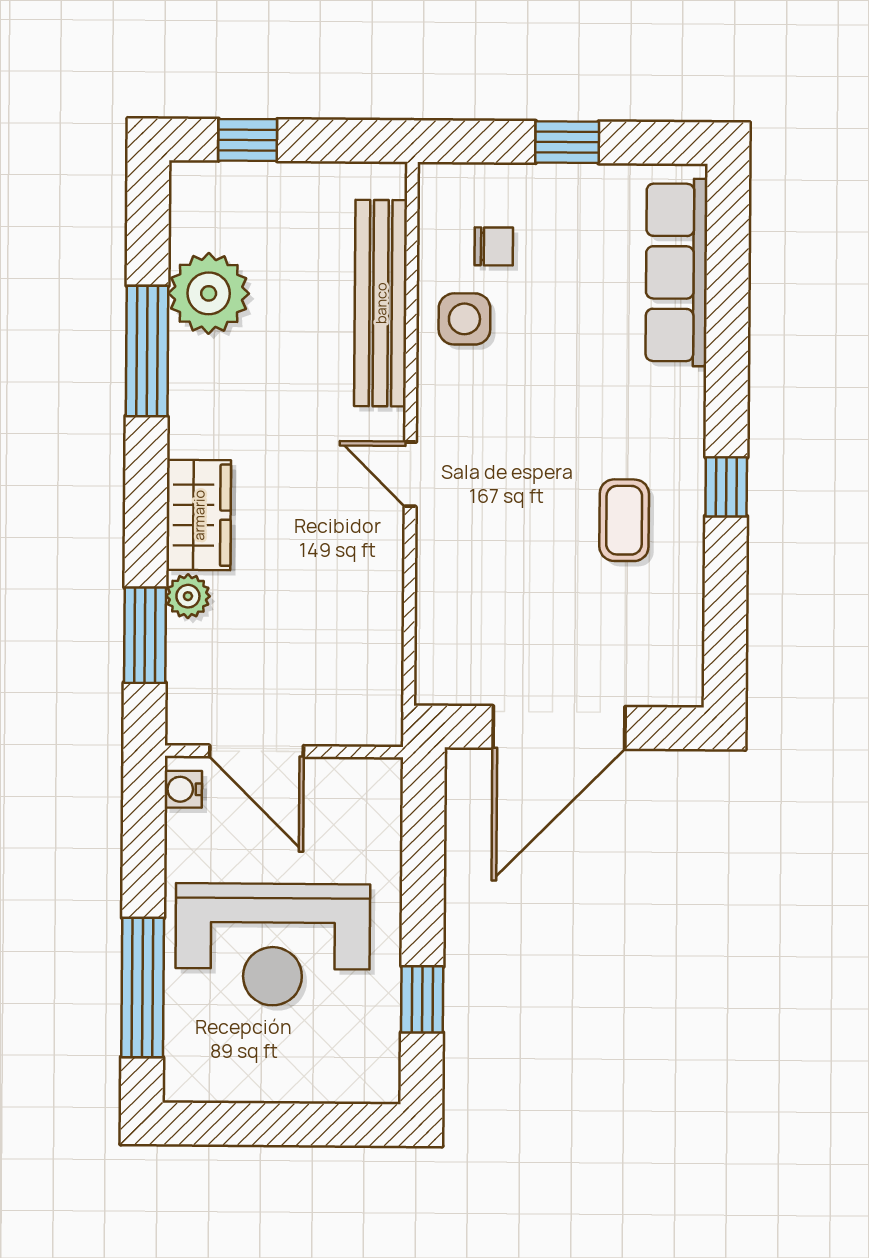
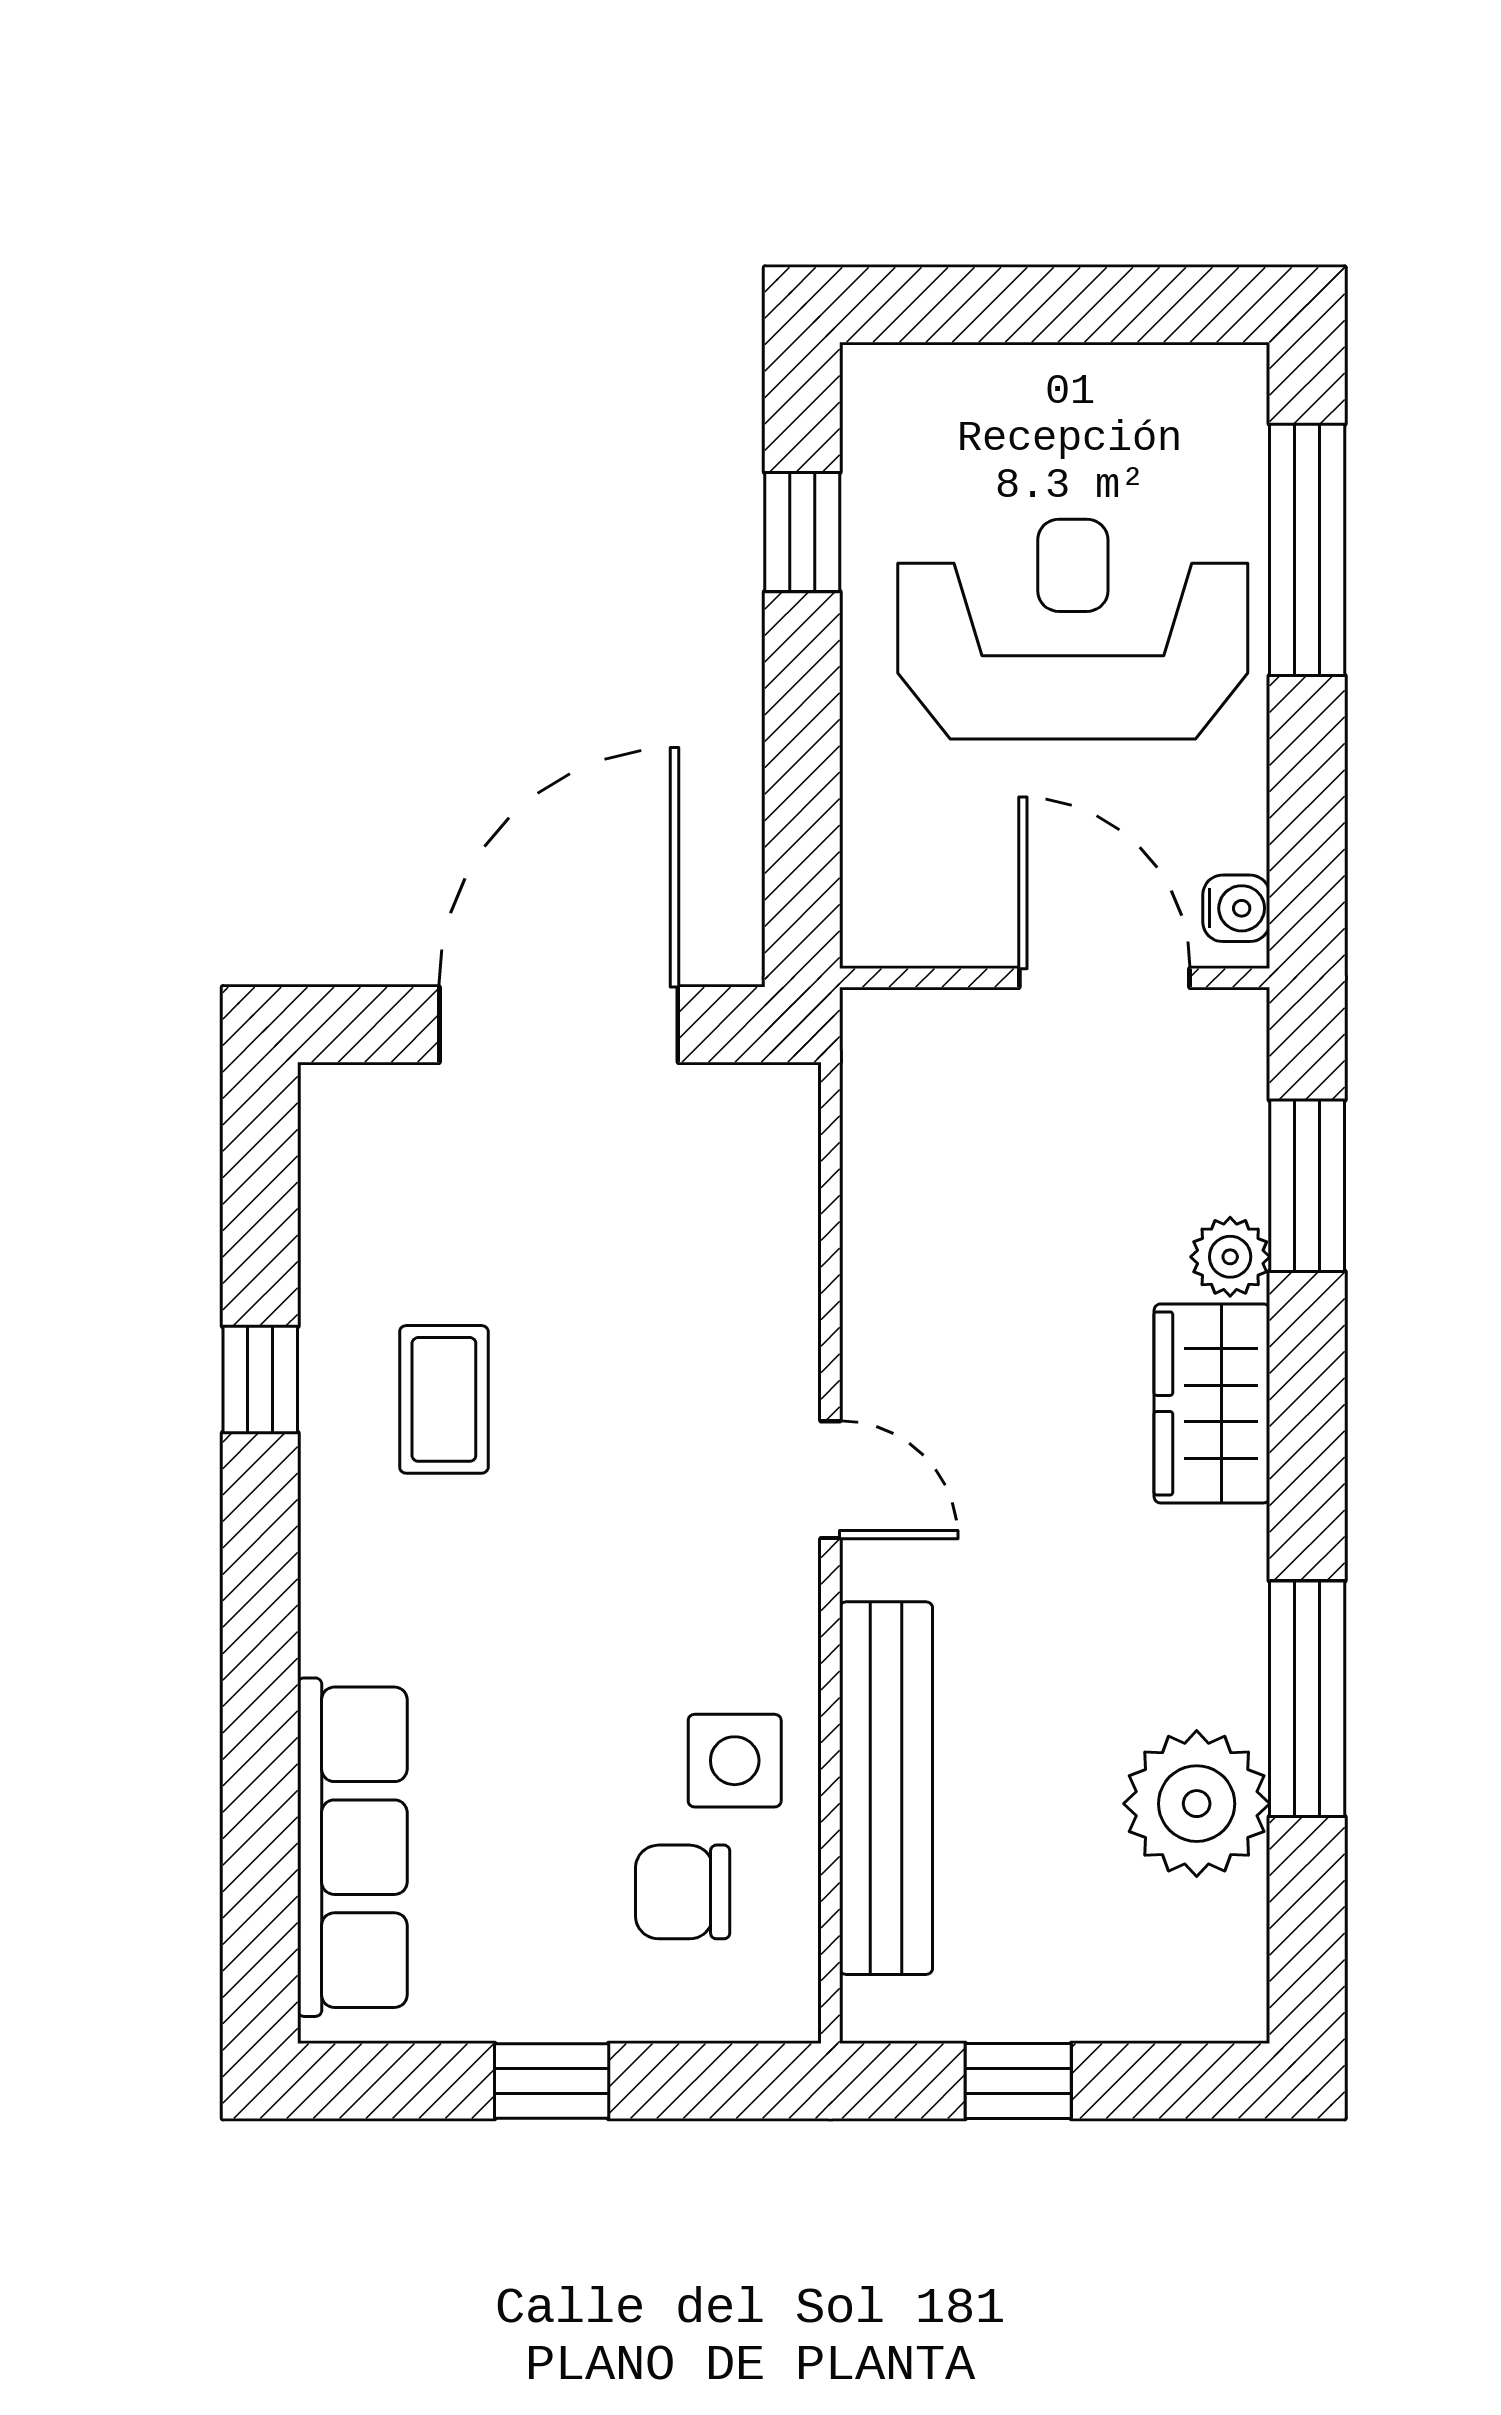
window: (248, 140) -> (1018, 2081), moved
chair: (494, 246) -> (683, 1892), width x1.37, depth x1.37
window: (726, 487) -> (260, 1380), moved

